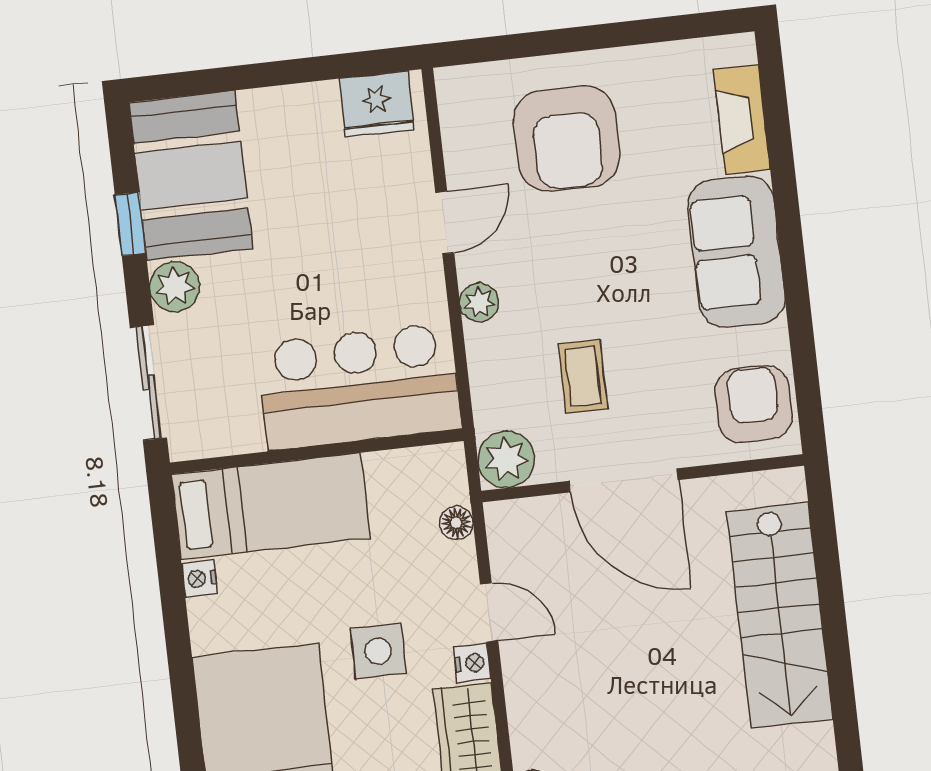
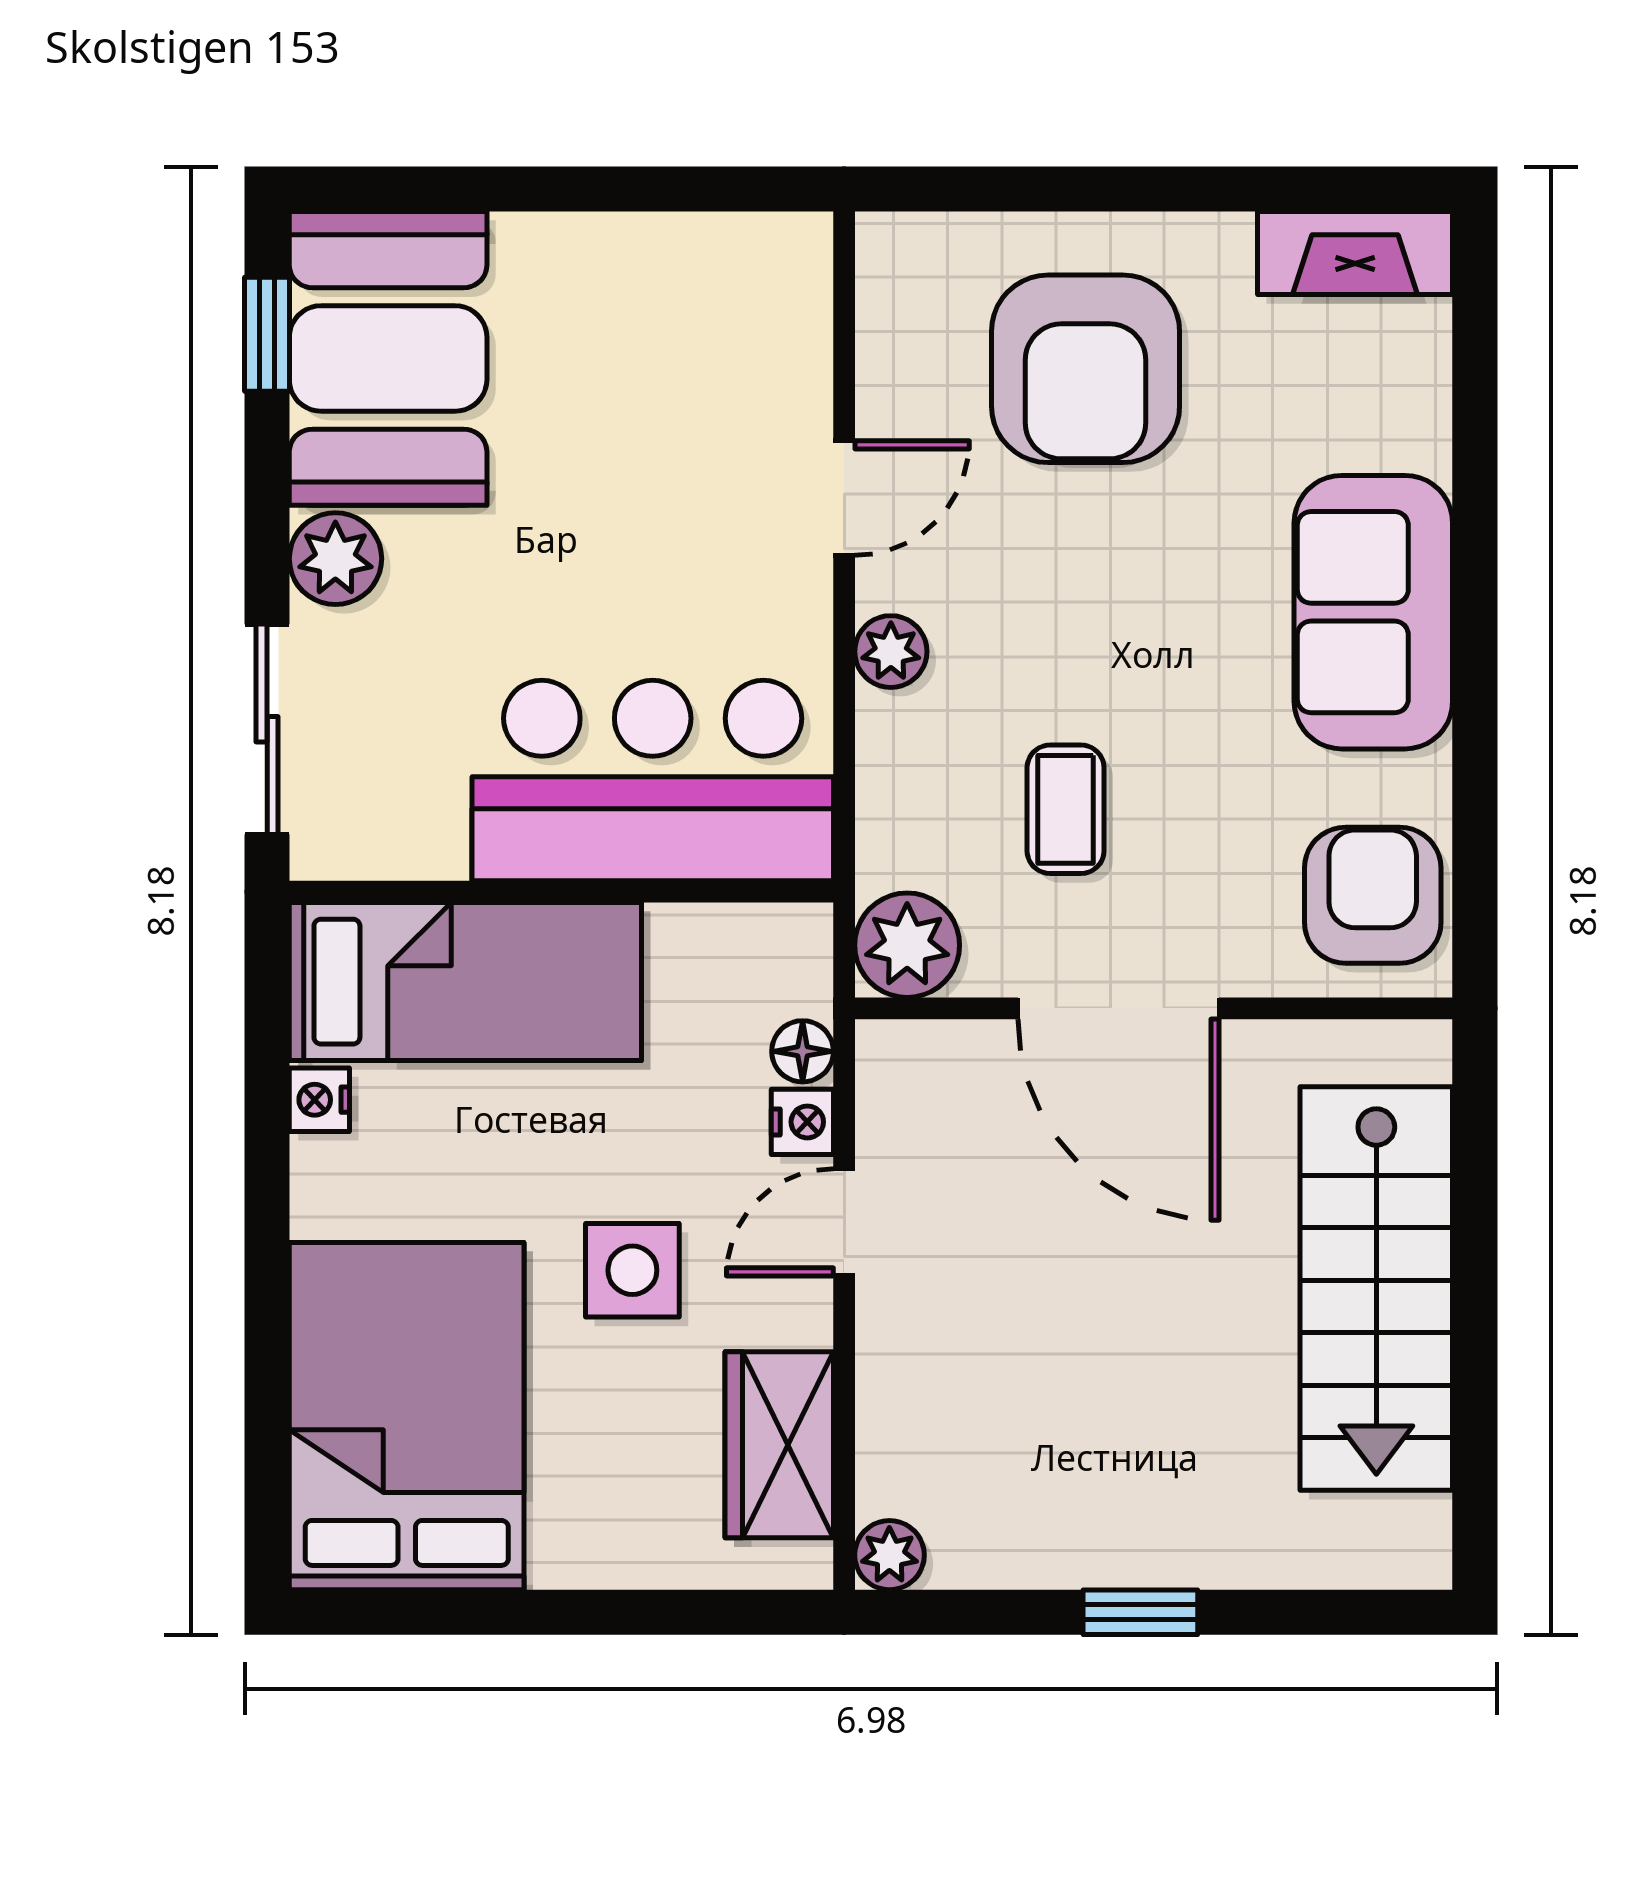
fridge: (377, 104) -> (744, 266), removed
fireplace: (742, 119) -> (1355, 253), moved, turned -90
window: (130, 224) -> (267, 334), moved
door: (489, 612) -> (844, 1222), swing flipped
nightstand: (472, 663) -> (802, 1122), moved

